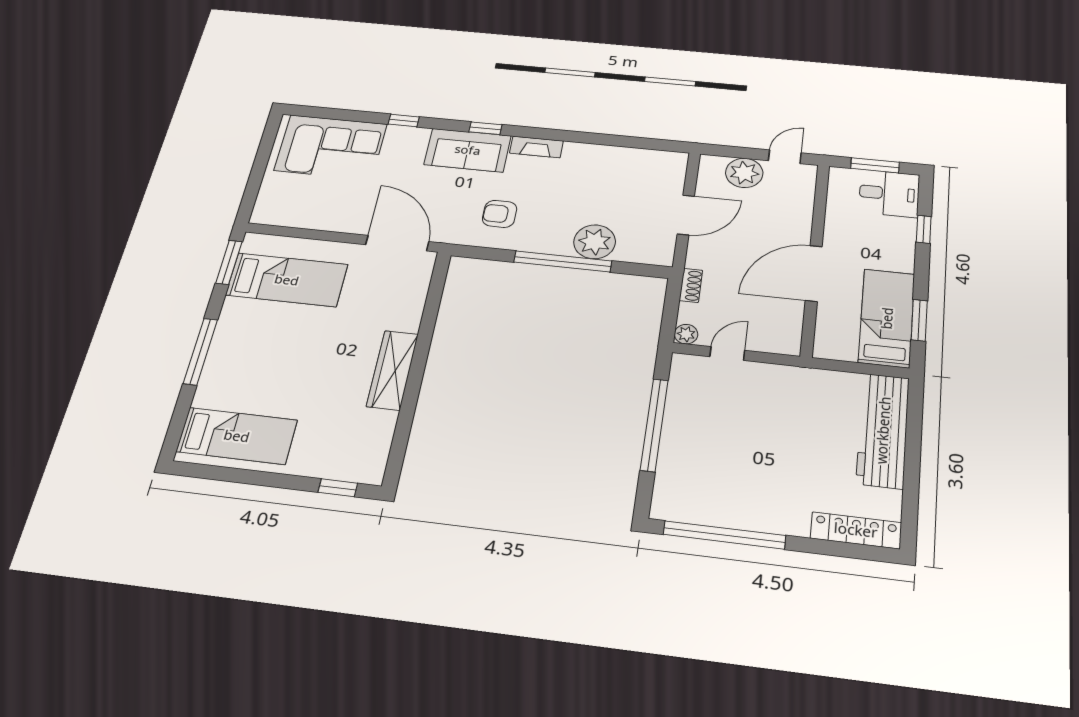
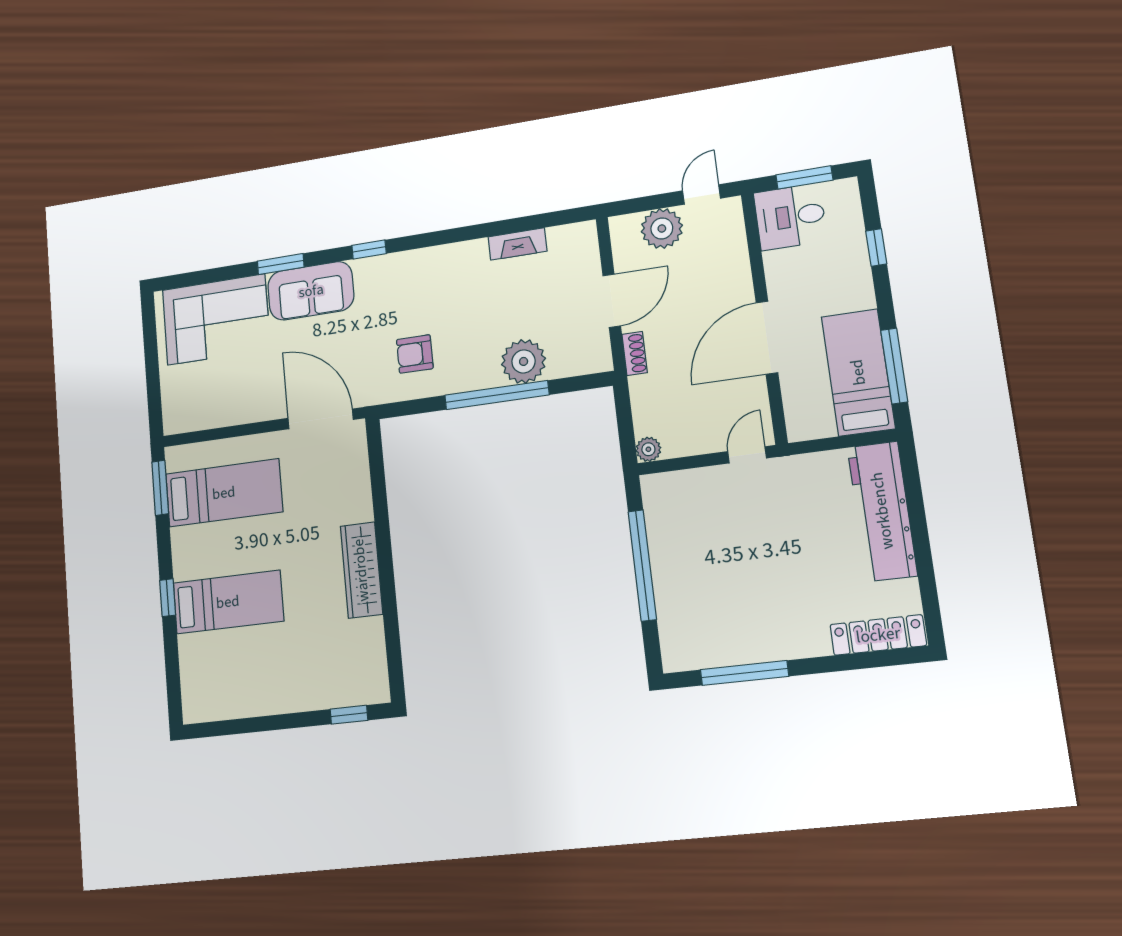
window: (404, 120) -> (281, 264), width x1.50
fireplace: (536, 147) -> (517, 244), moved
sofa: (468, 150) -> (311, 291), moved
desk: (889, 193) -> (790, 217), moved, turned 180
shoe rack: (691, 285) -> (635, 354), moved
window: (919, 320) -> (894, 366), width x1.44
window: (200, 351) -> (168, 598), width x0.46
door: (727, 353) -> (747, 455), moved
bed: (237, 436) -> (228, 602), moved
window: (724, 535) -> (744, 673), width x0.68

